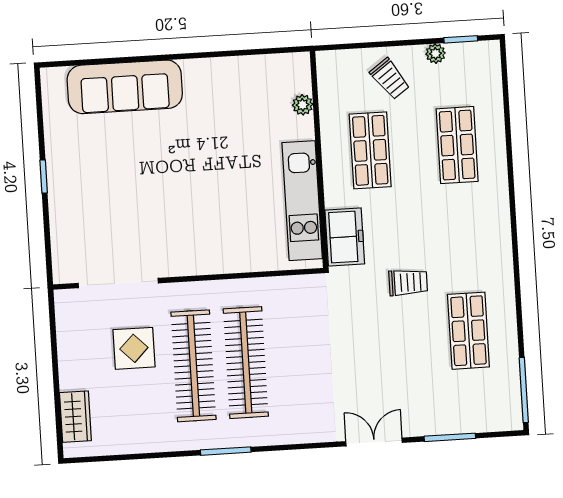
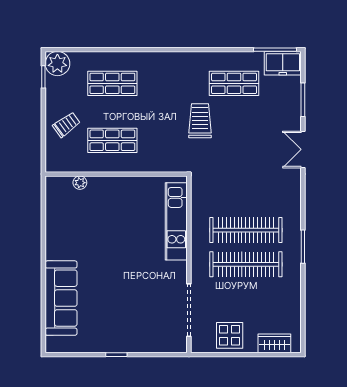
plant: (435, 54) -> (57, 64), moved, width x1.87, depth x1.87
kitchen unit: (302, 201) -> (176, 221), moved, turned 90
freezer: (345, 237) -> (283, 63), moved, turned 180
trolley: (408, 282) -> (200, 121), width x1.36, depth x1.39
display table: (134, 348) -> (230, 335), moved

